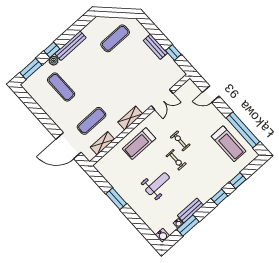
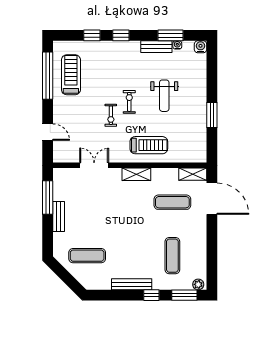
window: (173, 53) -> (48, 198), width x2.17
plant: (54, 61) -> (198, 284), moved
shelving: (102, 143) -> (193, 174), moved
weight bench: (157, 184) -> (164, 96), turned -90

